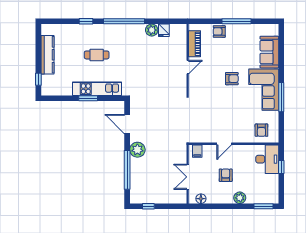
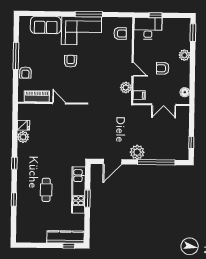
window: (124, 21) -> (14, 163), width x0.32
kitchen counter: (48, 55) -> (66, 237), moved
plant: (205, 137) -> (126, 88), added

